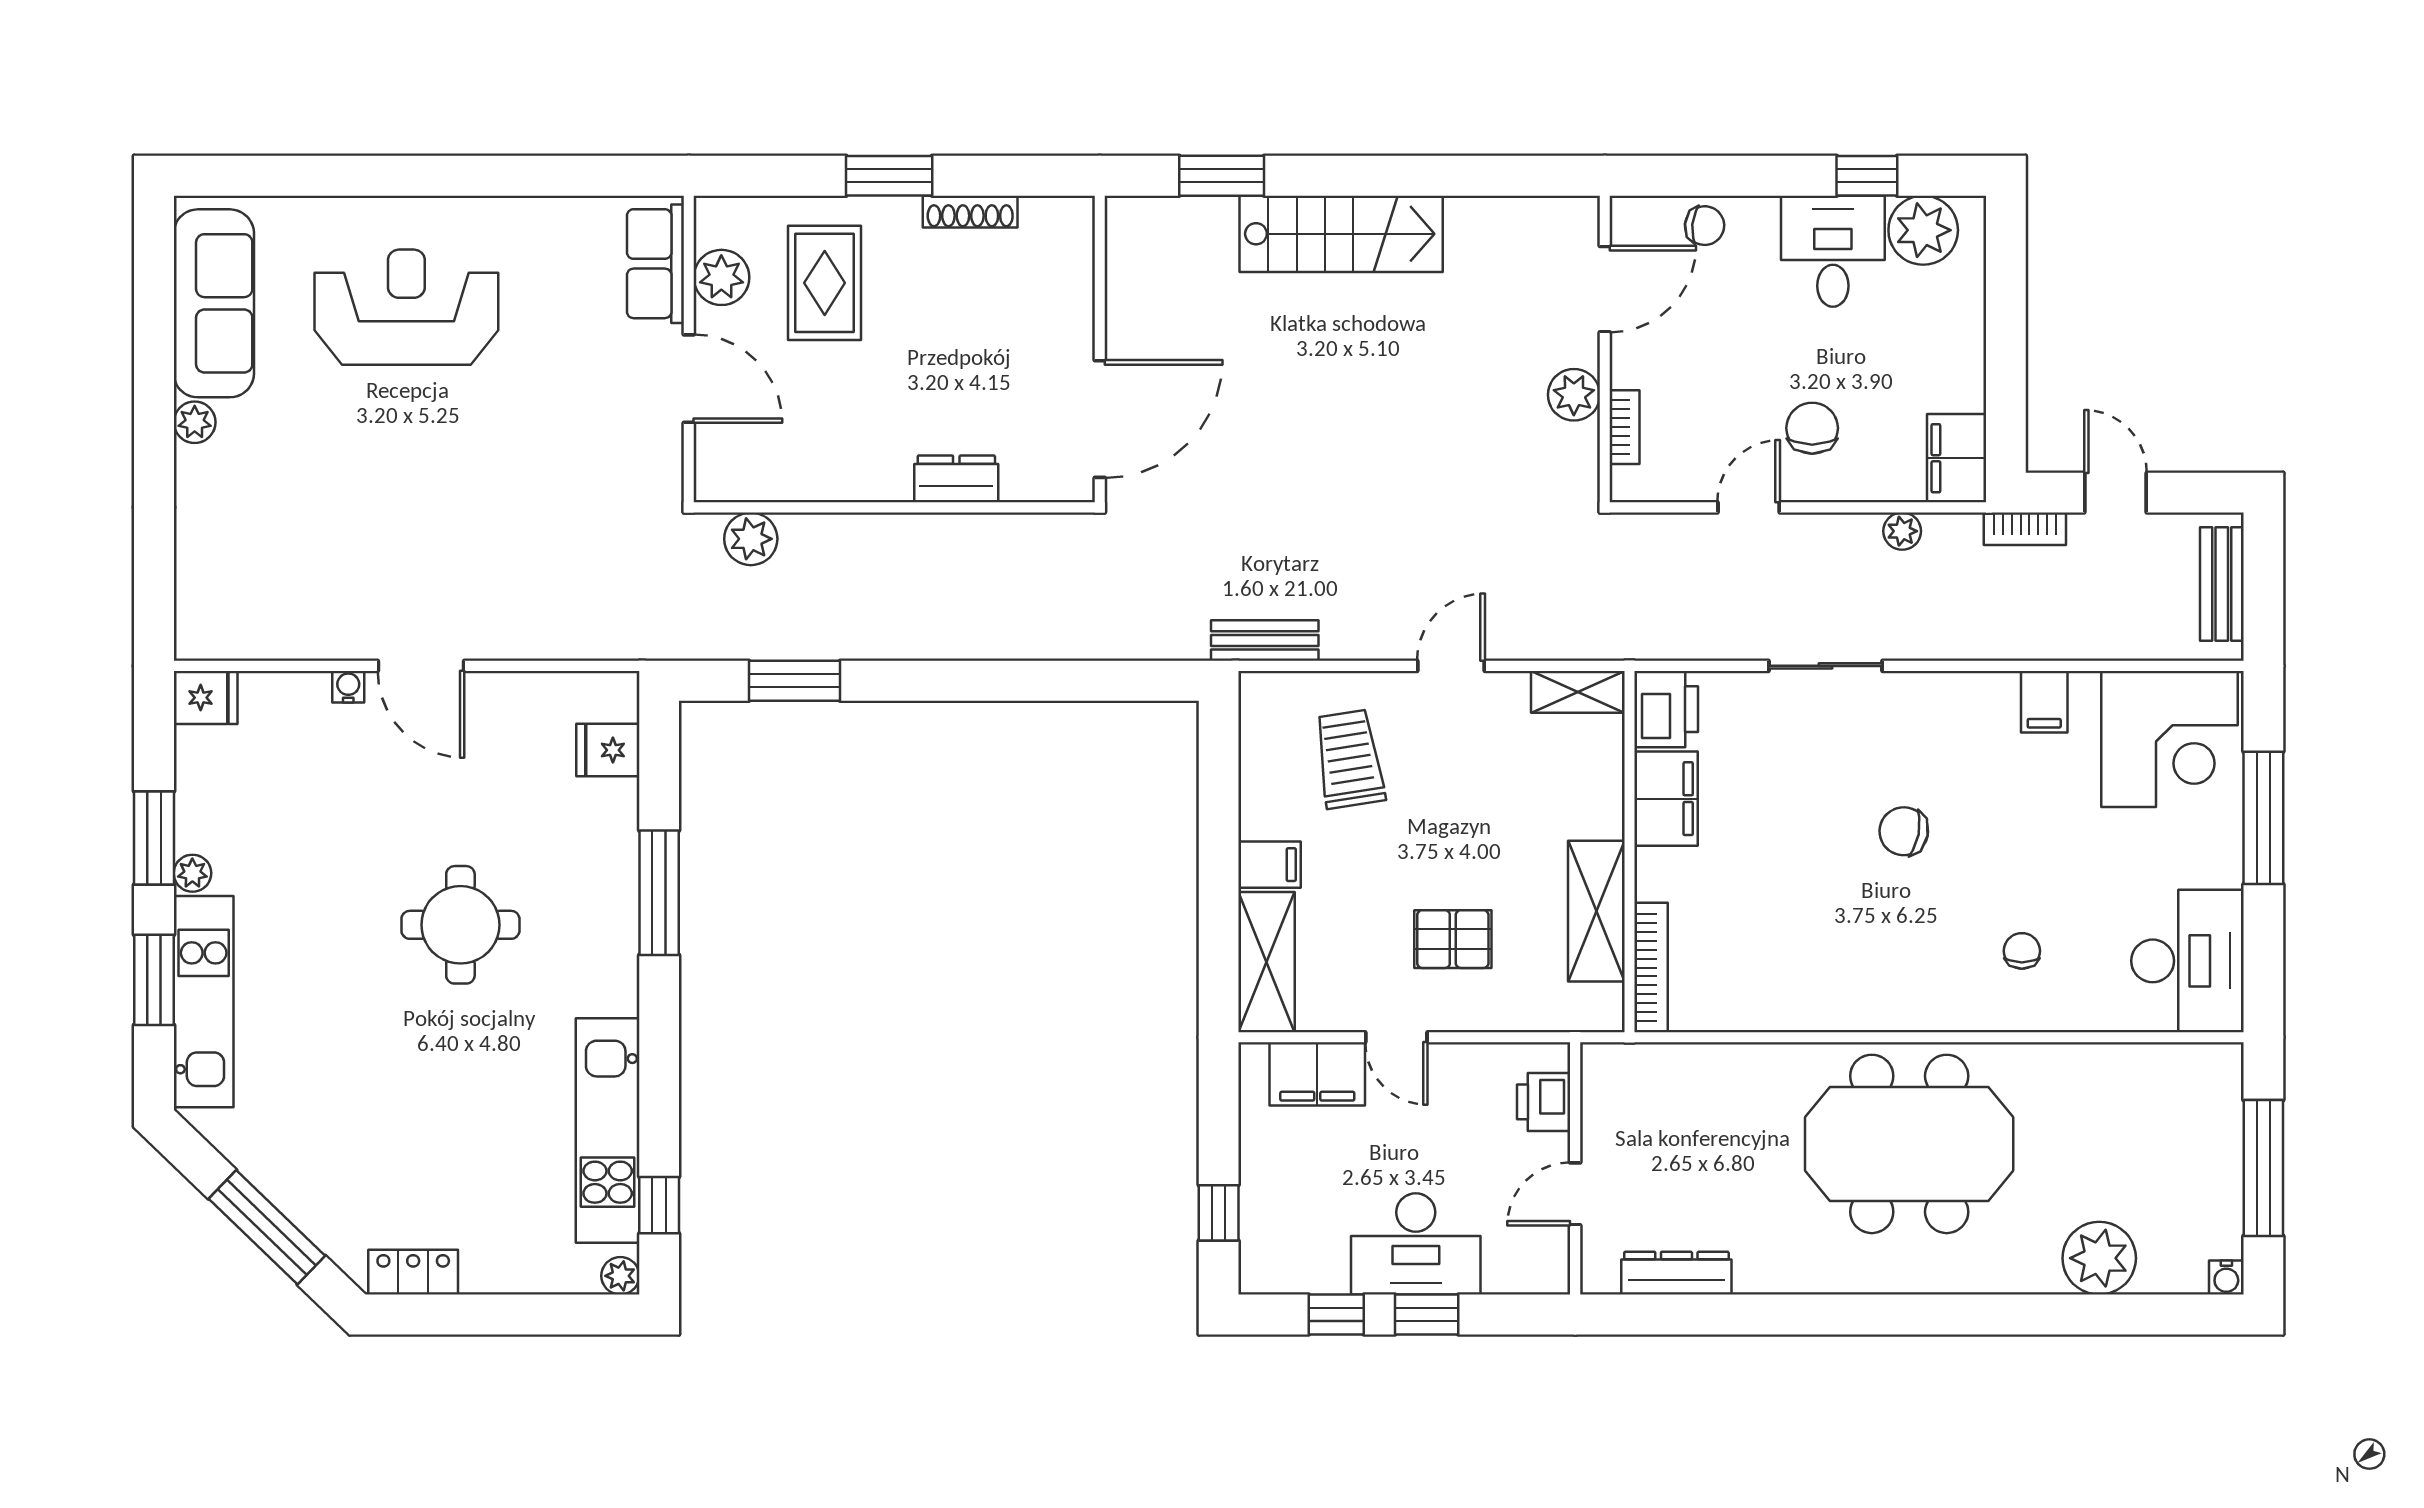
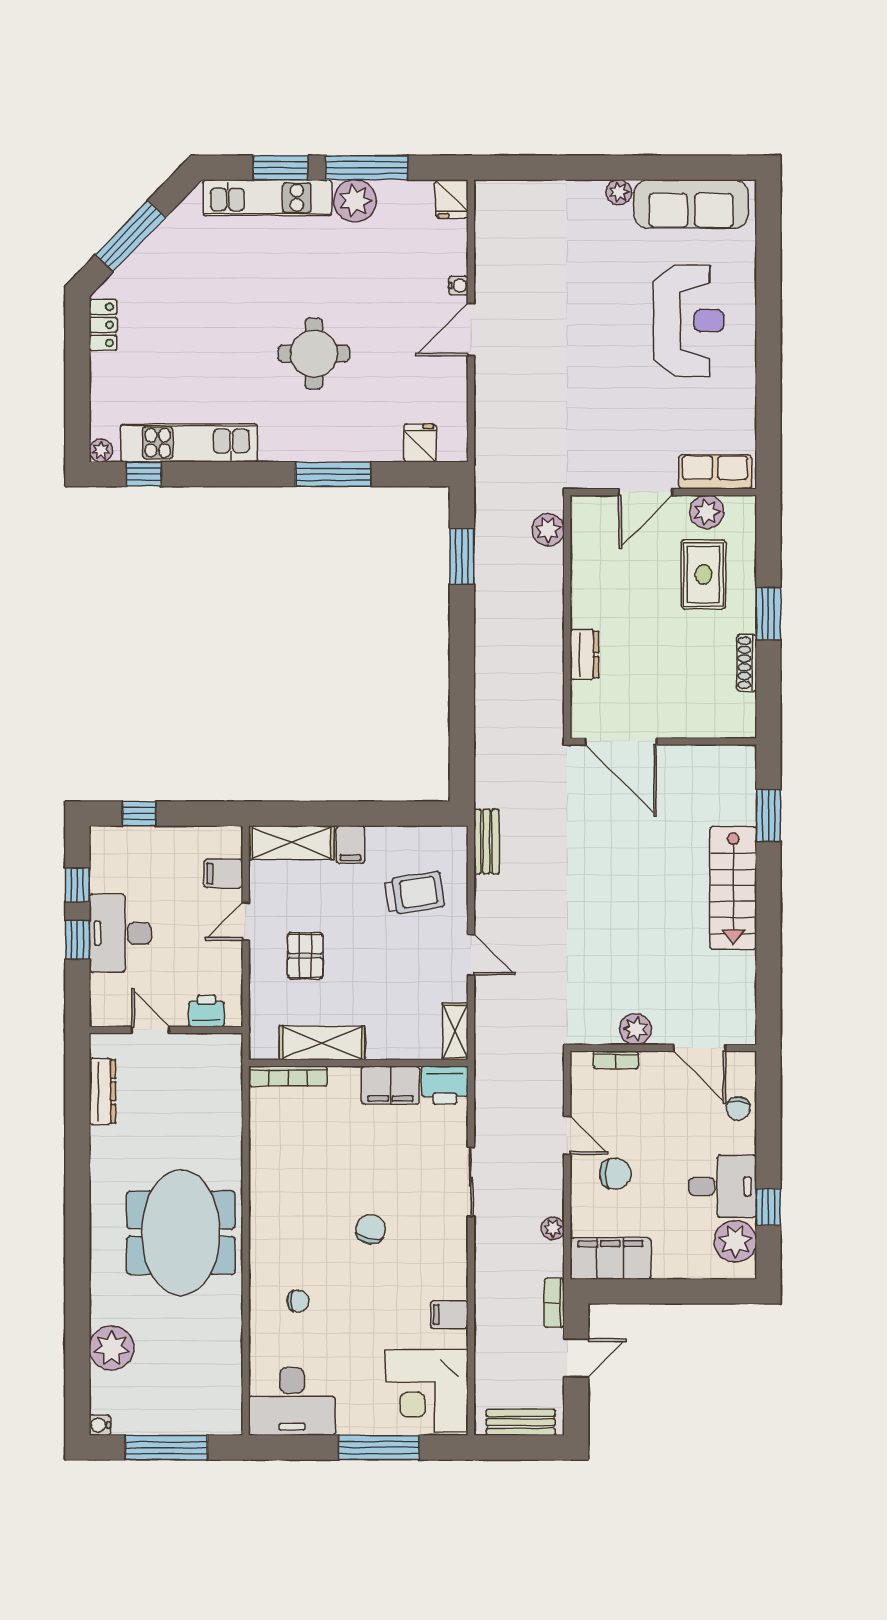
rug: (825, 283) -> (703, 574), turned 90
filing cabinet: (1957, 458) -> (610, 1258), width x1.50, depth x1.17
window: (154, 838) -> (367, 168), width x1.44
plant: (192, 873) -> (355, 201), width x1.88, depth x1.88
filing cabinet: (1317, 1074) -> (223, 873), width x0.50

